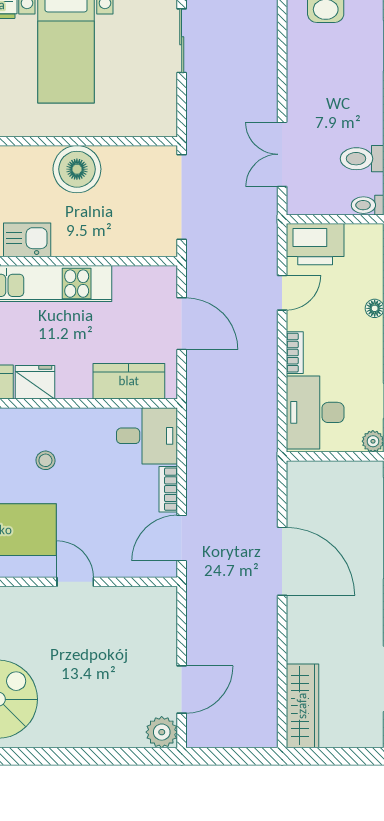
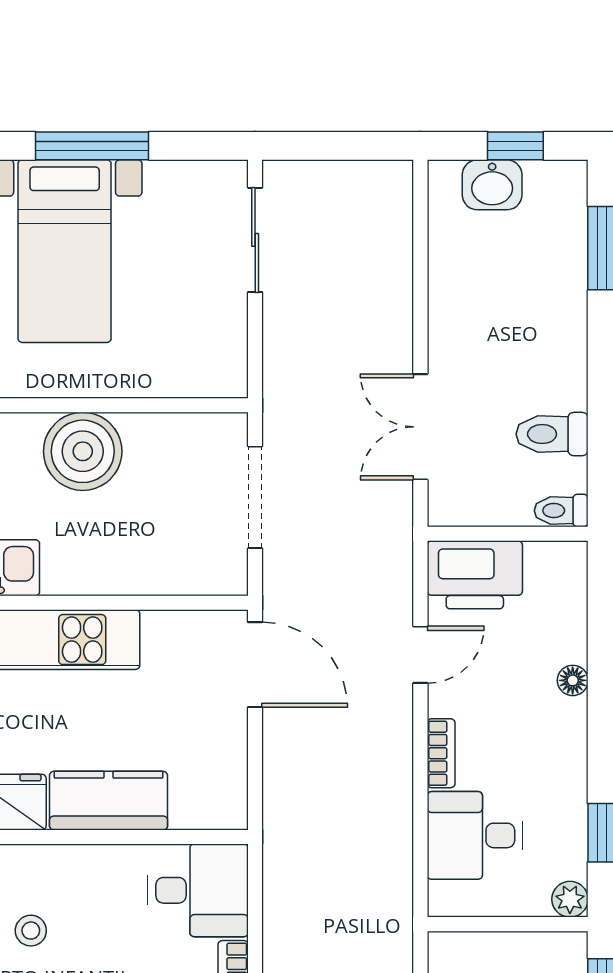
doorway: (182, 197) -> (255, 497), width x0.73
door: (182, 324) -> (255, 665), moved
kitchen counter: (129, 381) -> (109, 801), moved
desk: (315, 412) -> (475, 835), width x0.73

